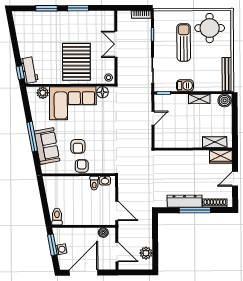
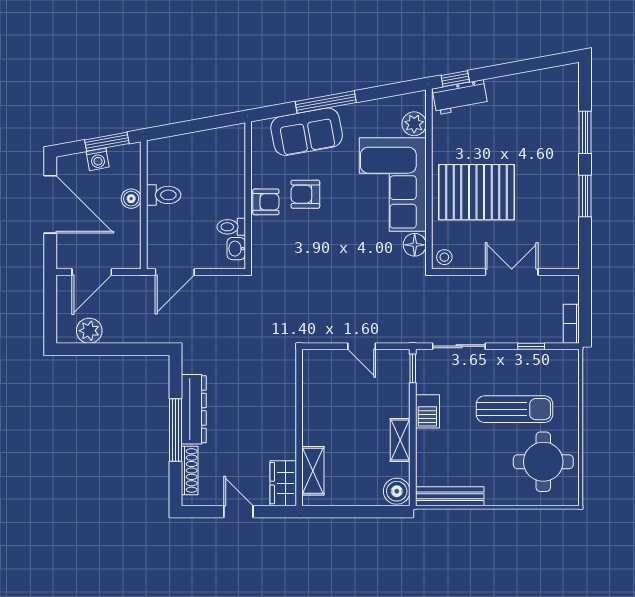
toilet: (57, 217) -> (164, 195), moved
boiler: (103, 233) -> (131, 199), moved

